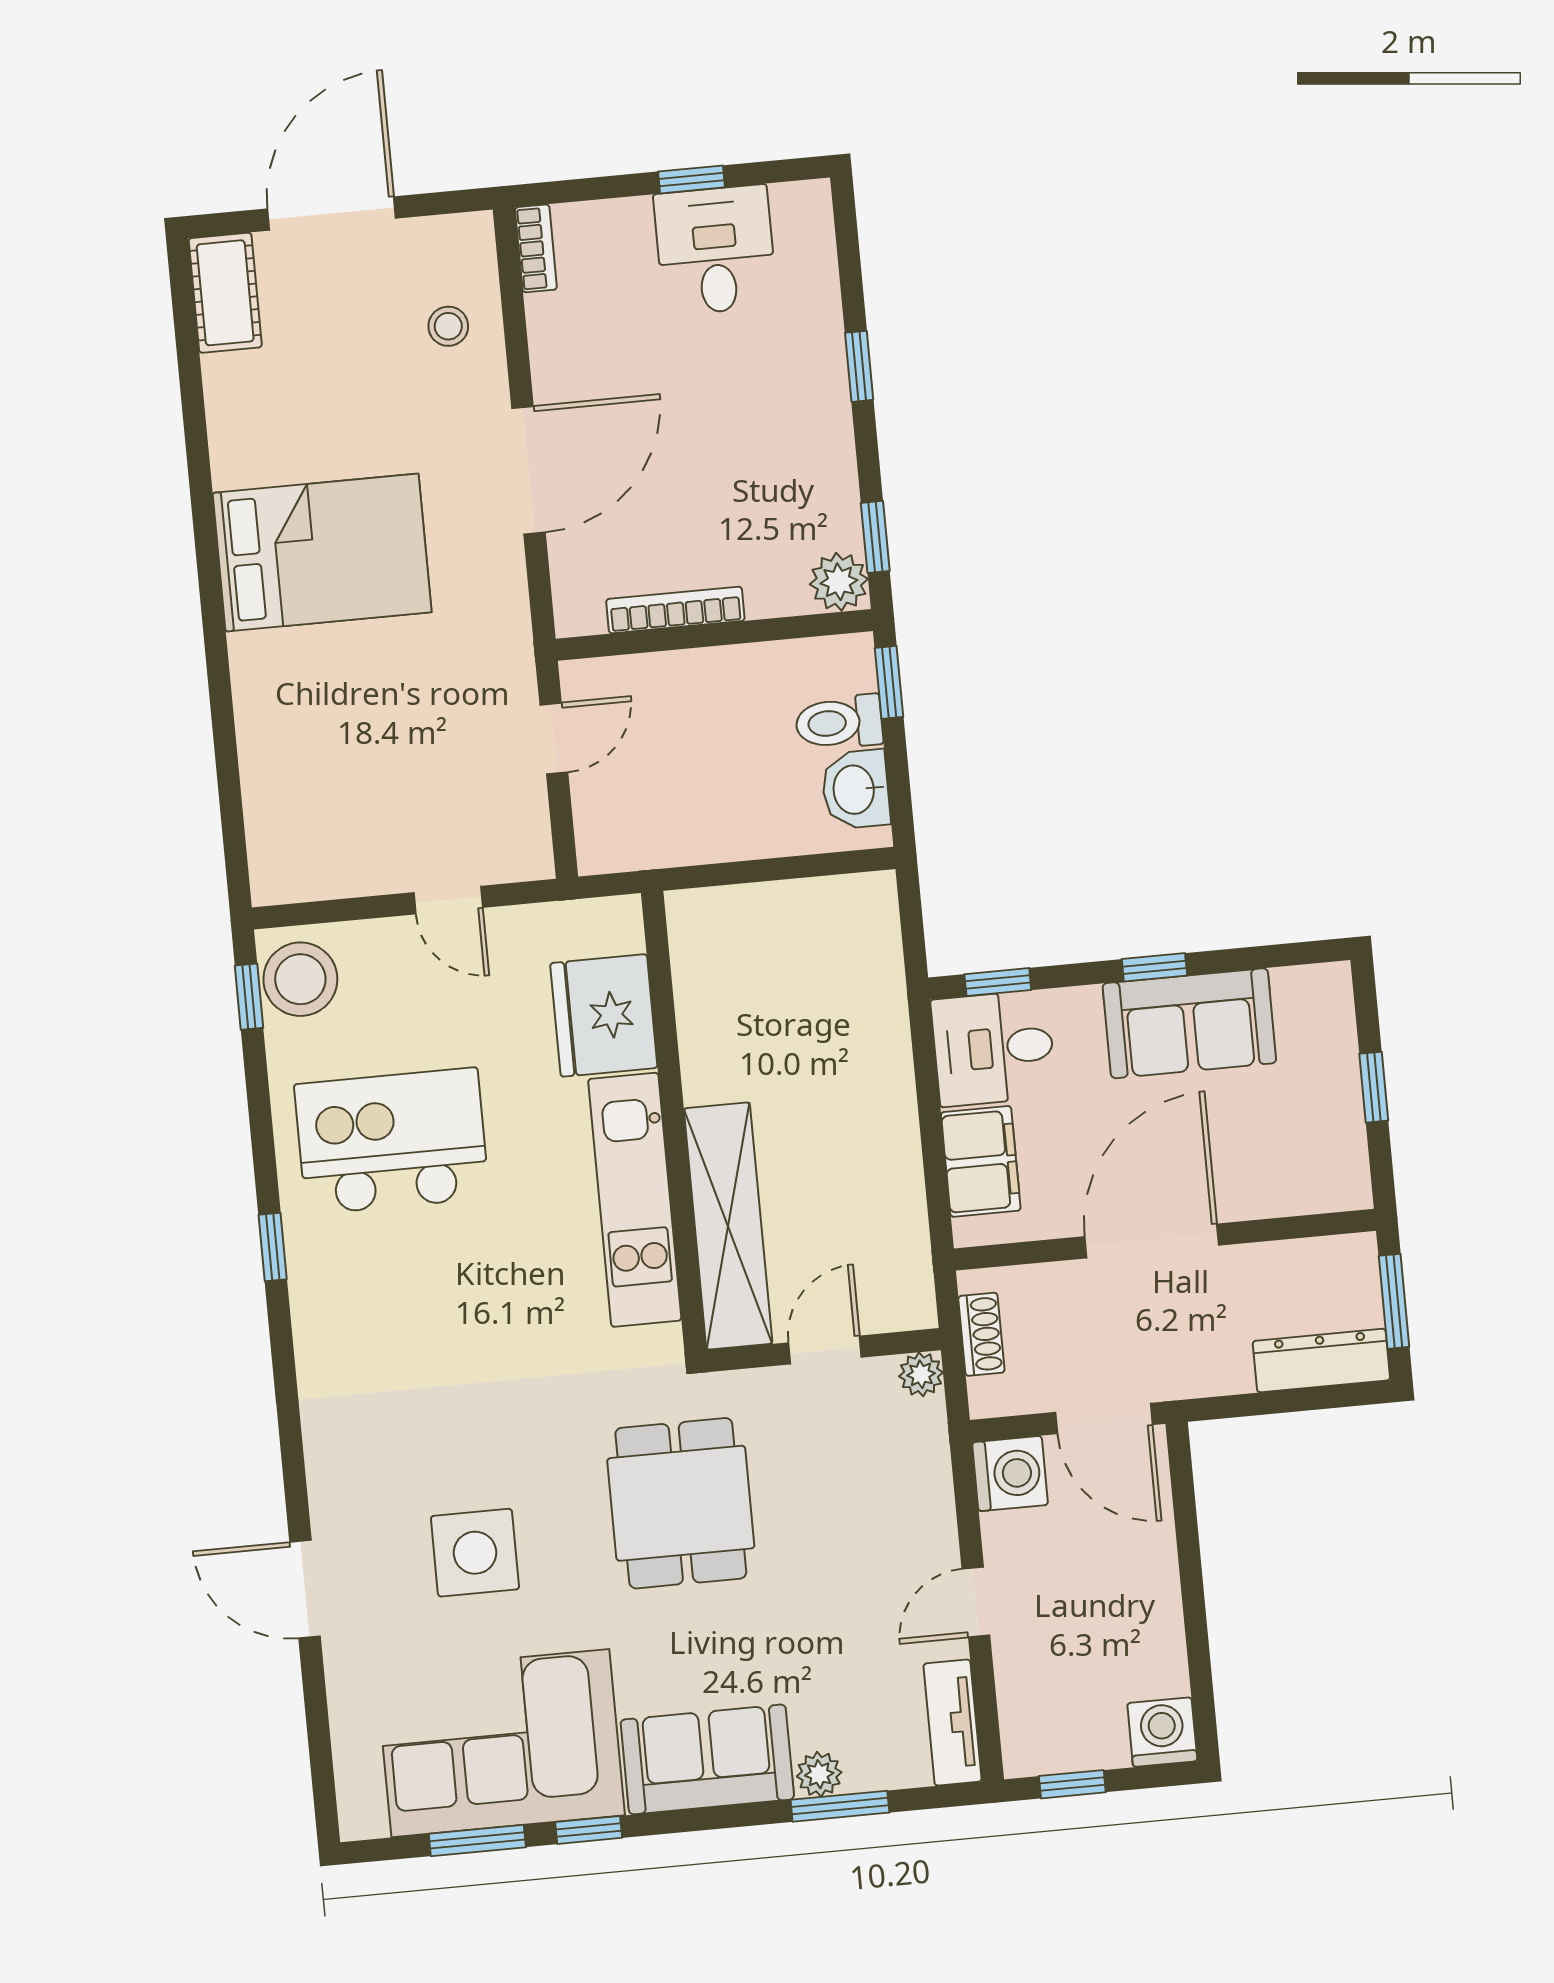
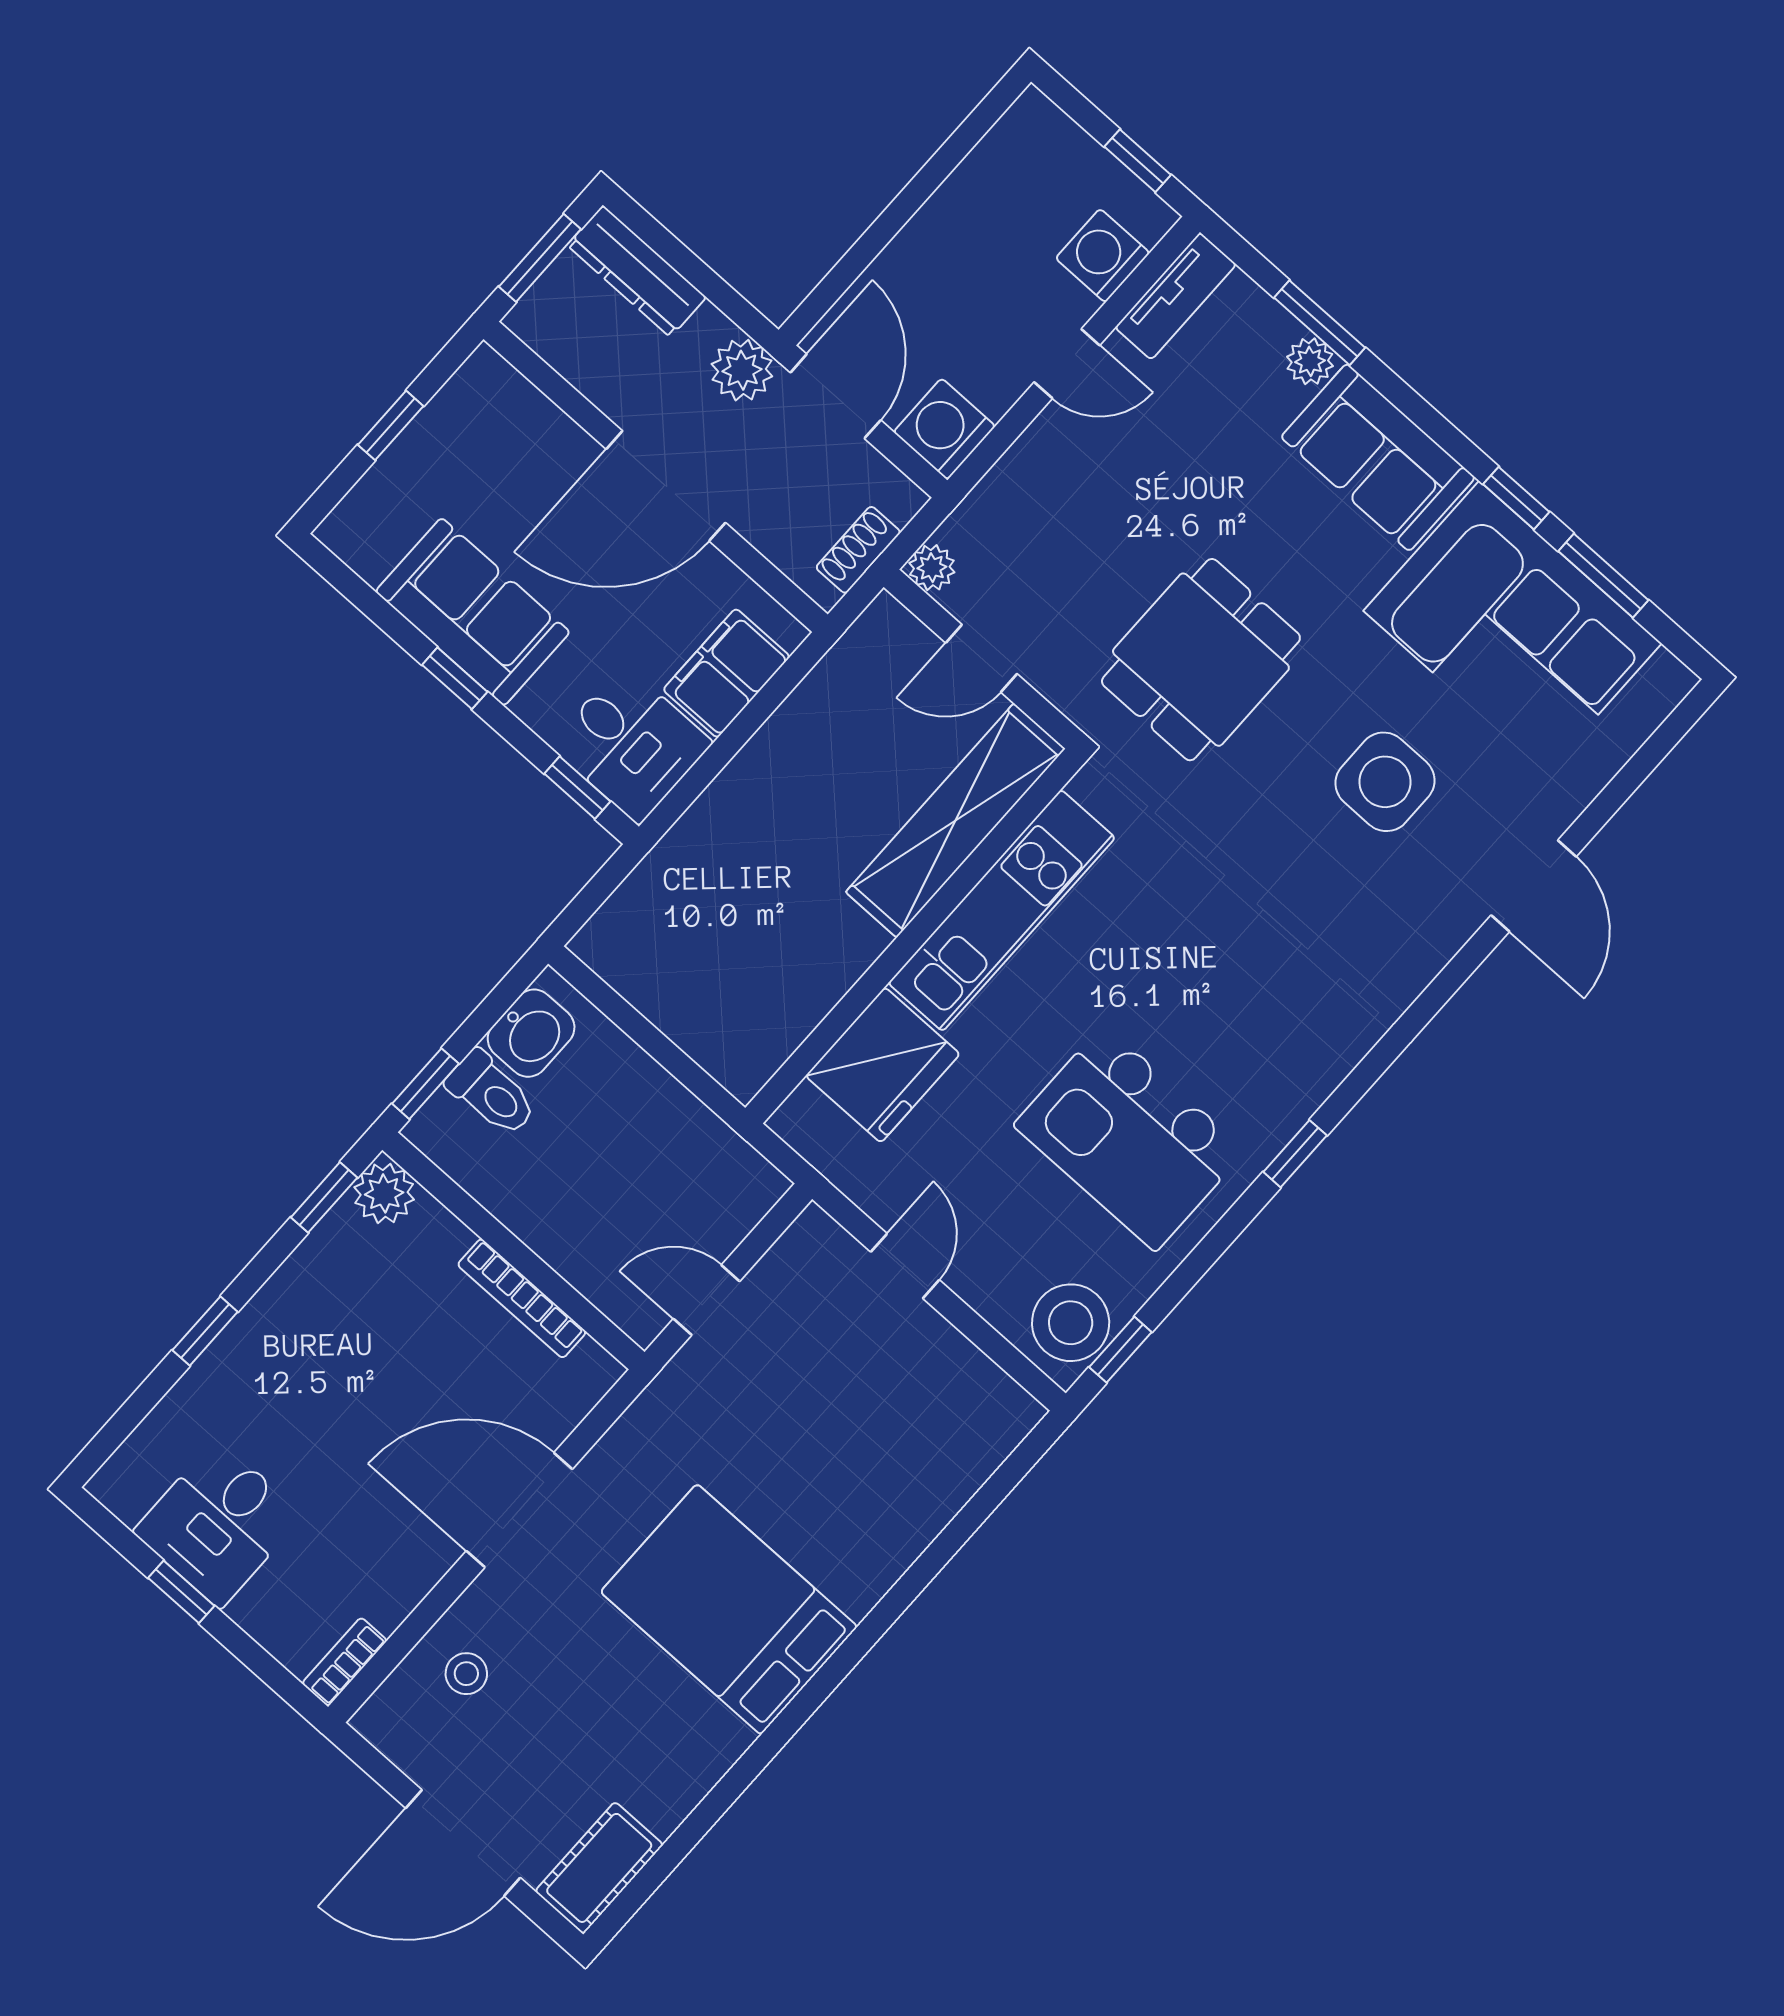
plant: (1183, 1370) -> (742, 370), added
washing machine: (1162, 1732) -> (1103, 256), moved, turned 90

